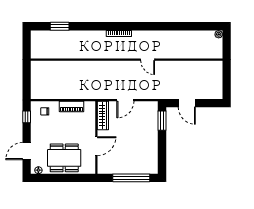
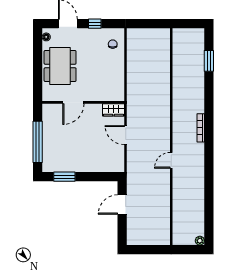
piano: (72, 106) -> (118, 74), removed
wardrobe: (103, 115) -> (114, 110), width x0.67
window: (27, 117) -> (95, 24), moved
window: (162, 121) -> (64, 177), moved
door: (96, 146) -> (73, 102), hinge flipped

